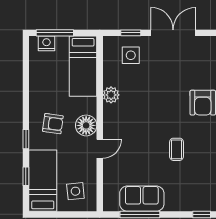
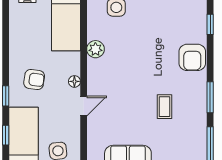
floor lamp: (86, 125) -> (74, 81), width x0.53, depth x0.53

